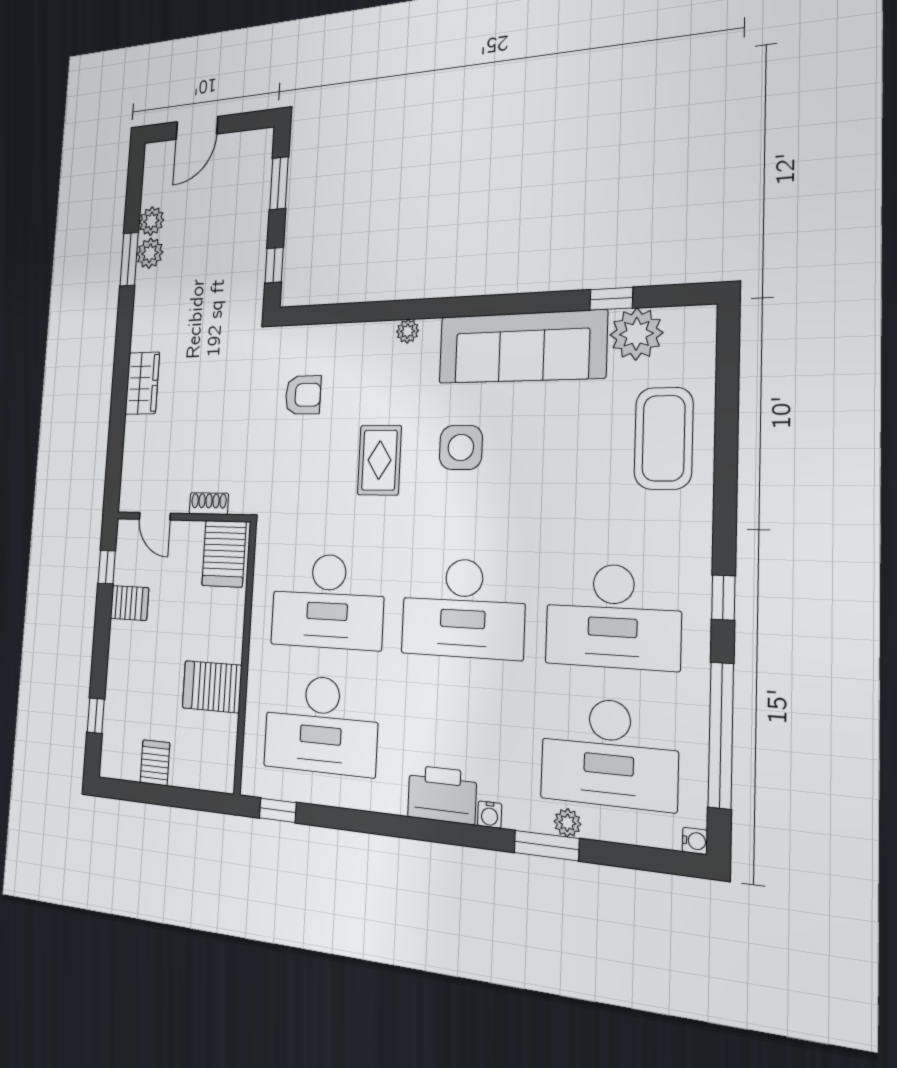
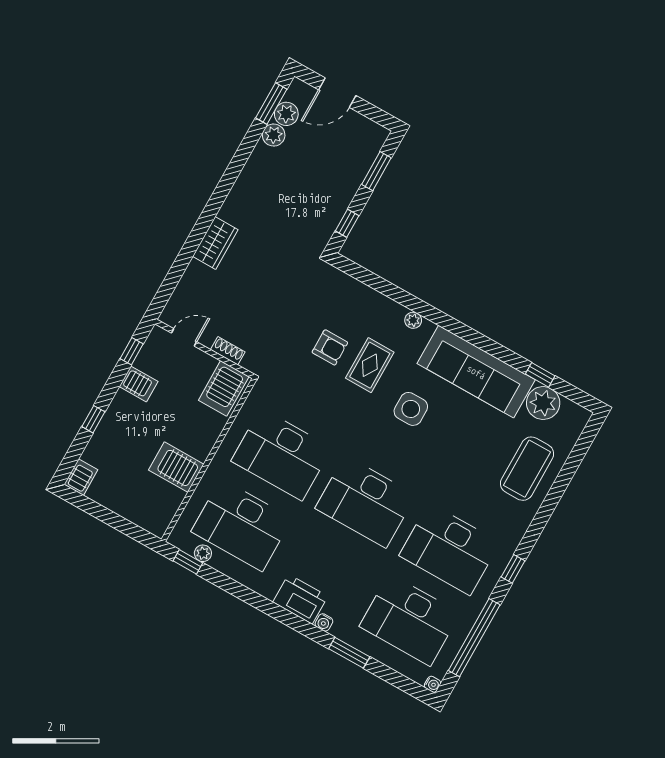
plant: (150, 253) -> (286, 114), moved
window: (129, 259) -> (271, 103), moved
armchair: (303, 395) -> (330, 347), moved
rug: (379, 460) -> (370, 365), moved
door: (155, 516) -> (184, 337), swing flipped
window: (96, 716) -> (93, 419), moved
server rack: (155, 763) -> (81, 477), moved
plant: (567, 823) -> (203, 553), moved

